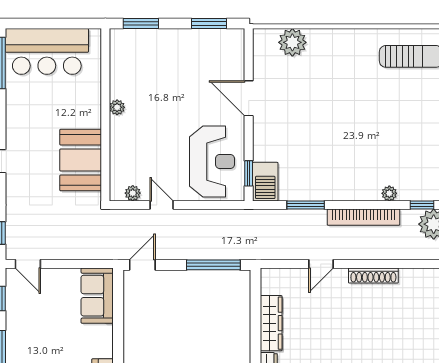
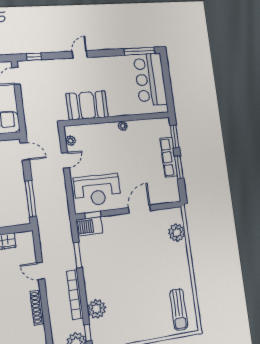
window: (209, 23) -> (179, 167), moved
row of seats: (173, 38) -> (169, 157), added
plant: (389, 193) -> (97, 309), width x1.88, depth x1.88

